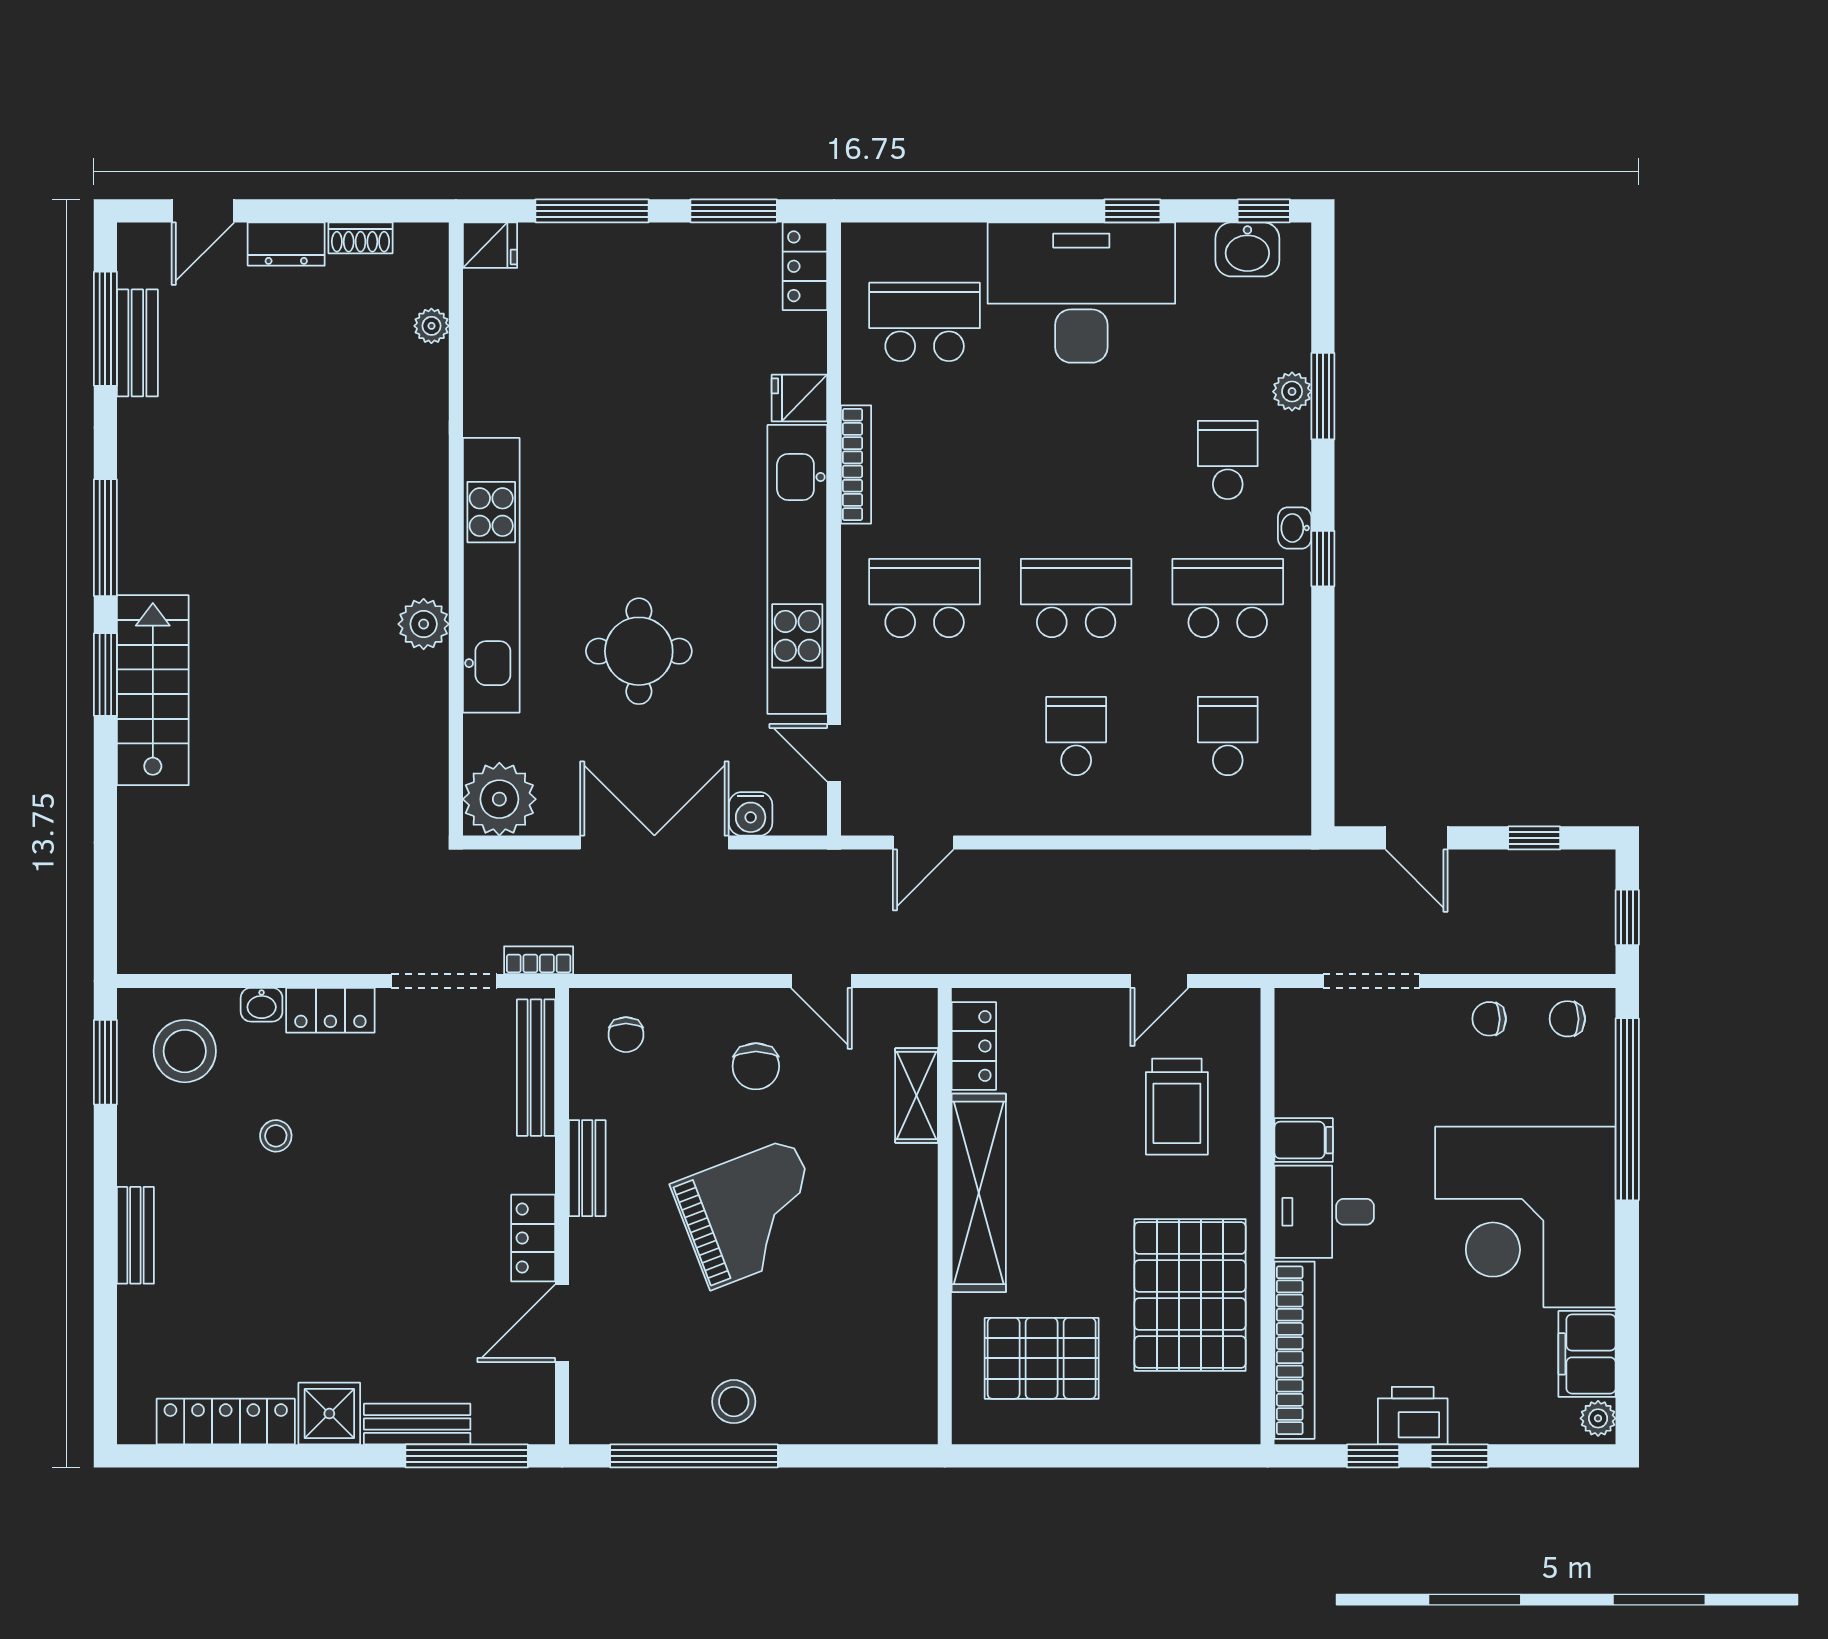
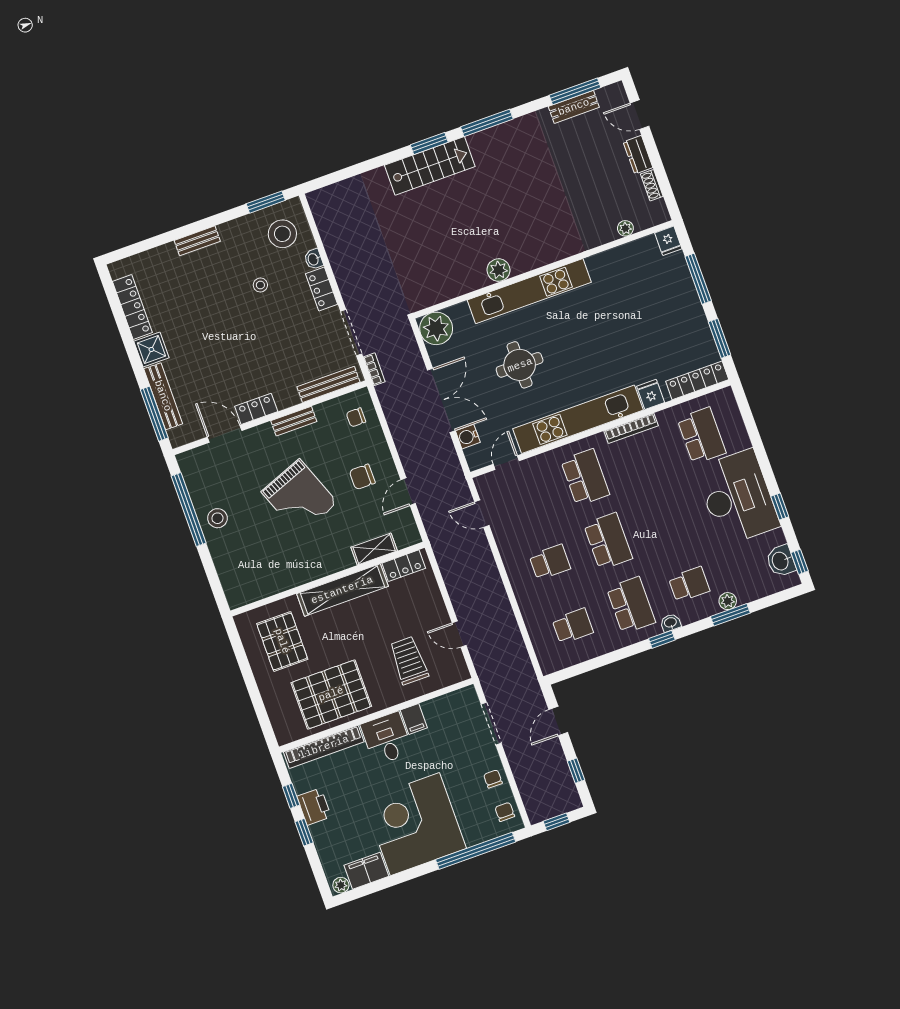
locker: (805, 266) -> (697, 380), width x1.53
trolley: (1177, 1107) -> (409, 660), turned 90
bench: (417, 1424) -> (163, 396), width x1.36

